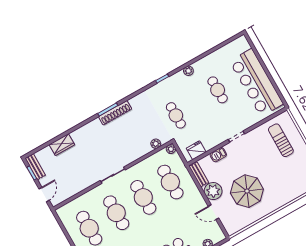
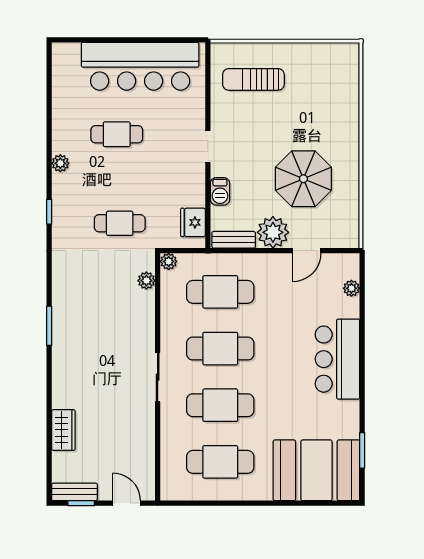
shoe rack: (115, 113) -> (61, 317), removed

